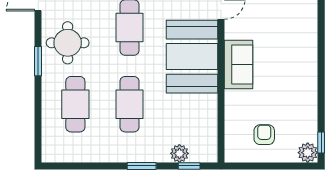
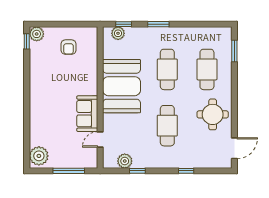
booth: (192, 57) -> (122, 86), moved
window: (38, 61) -> (234, 51), moved
sofa: (239, 64) -> (87, 114), moved
plant: (179, 153) -> (118, 33), moved

